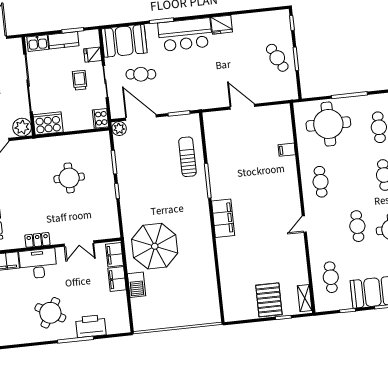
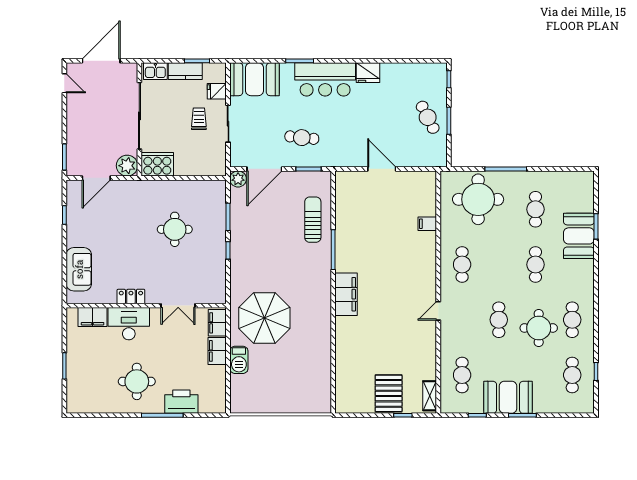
cafe table: (141, 74) -> (302, 138), moved
door: (141, 117) -> (264, 169), swing flipped
cooker: (100, 118) -> (218, 165), removed
round table: (50, 313) -> (137, 381), turned -30

